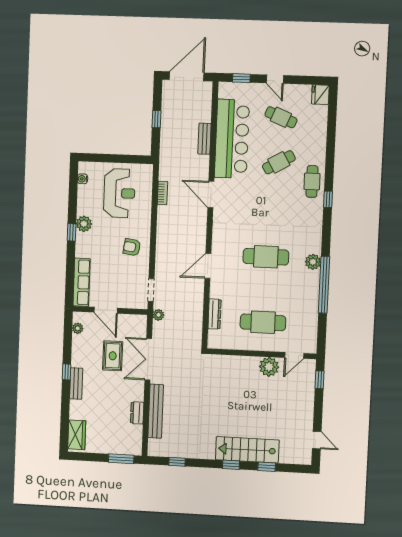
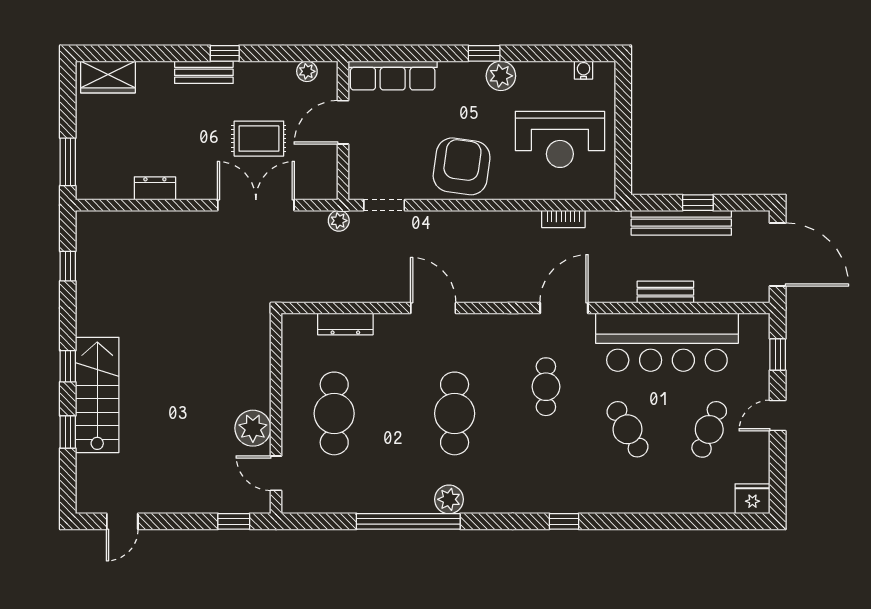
cafe table: (312, 181) -> (546, 387), moved, turned 90
armchair: (132, 247) -> (462, 166), width x1.88, depth x1.88
bench: (156, 411) -> (681, 223), moved

